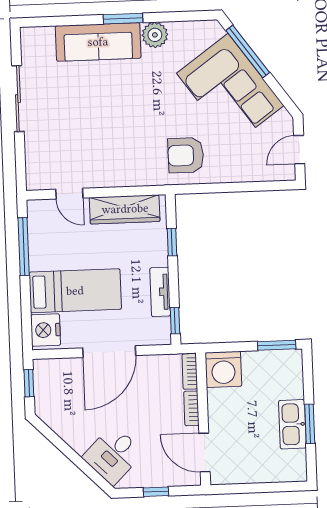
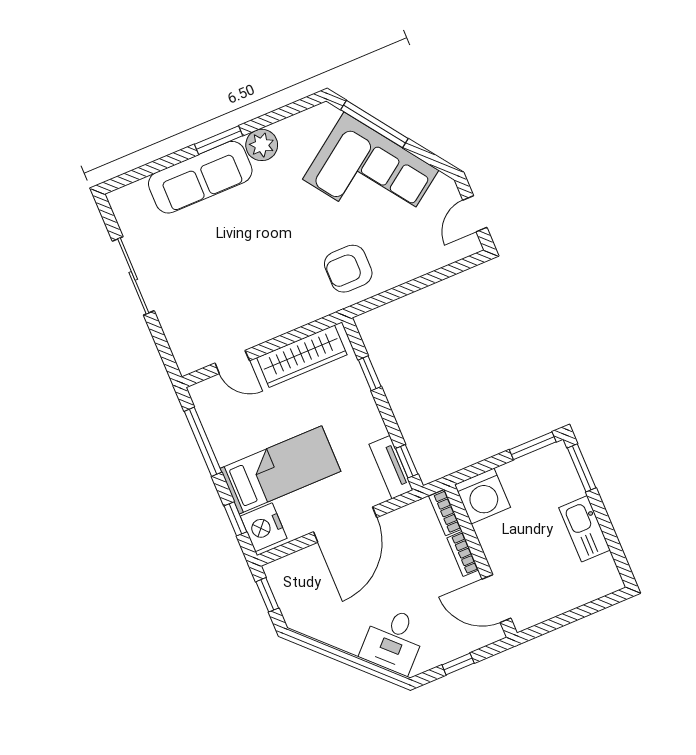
tv unit: (160, 292) -> (391, 467), moved
window: (26, 315) -> (235, 519), added
window: (310, 424) -> (582, 468), moved

